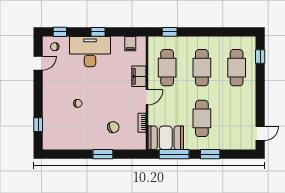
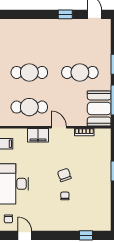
window: (260, 57) -> (65, 14), moved
cafe table: (237, 68) -> (29, 38), removed
chair: (113, 127) -> (64, 175), moved

